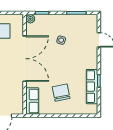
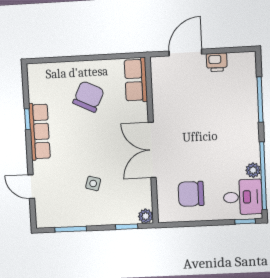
double door: (25, 59) -> (152, 150), width x0.73
row of seats: (92, 87) -> (39, 132), moved
chair: (61, 93) -> (88, 97), turned -143

